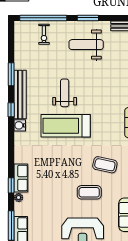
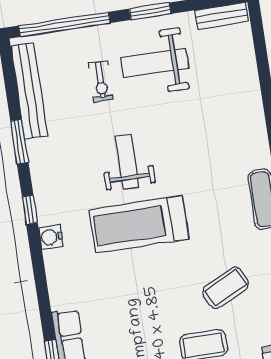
exercise bike: (44, 34) -> (101, 81), moved
bench: (20, 94) -> (29, 91), moved
coffee table: (105, 165) -> (226, 288), turned -38

